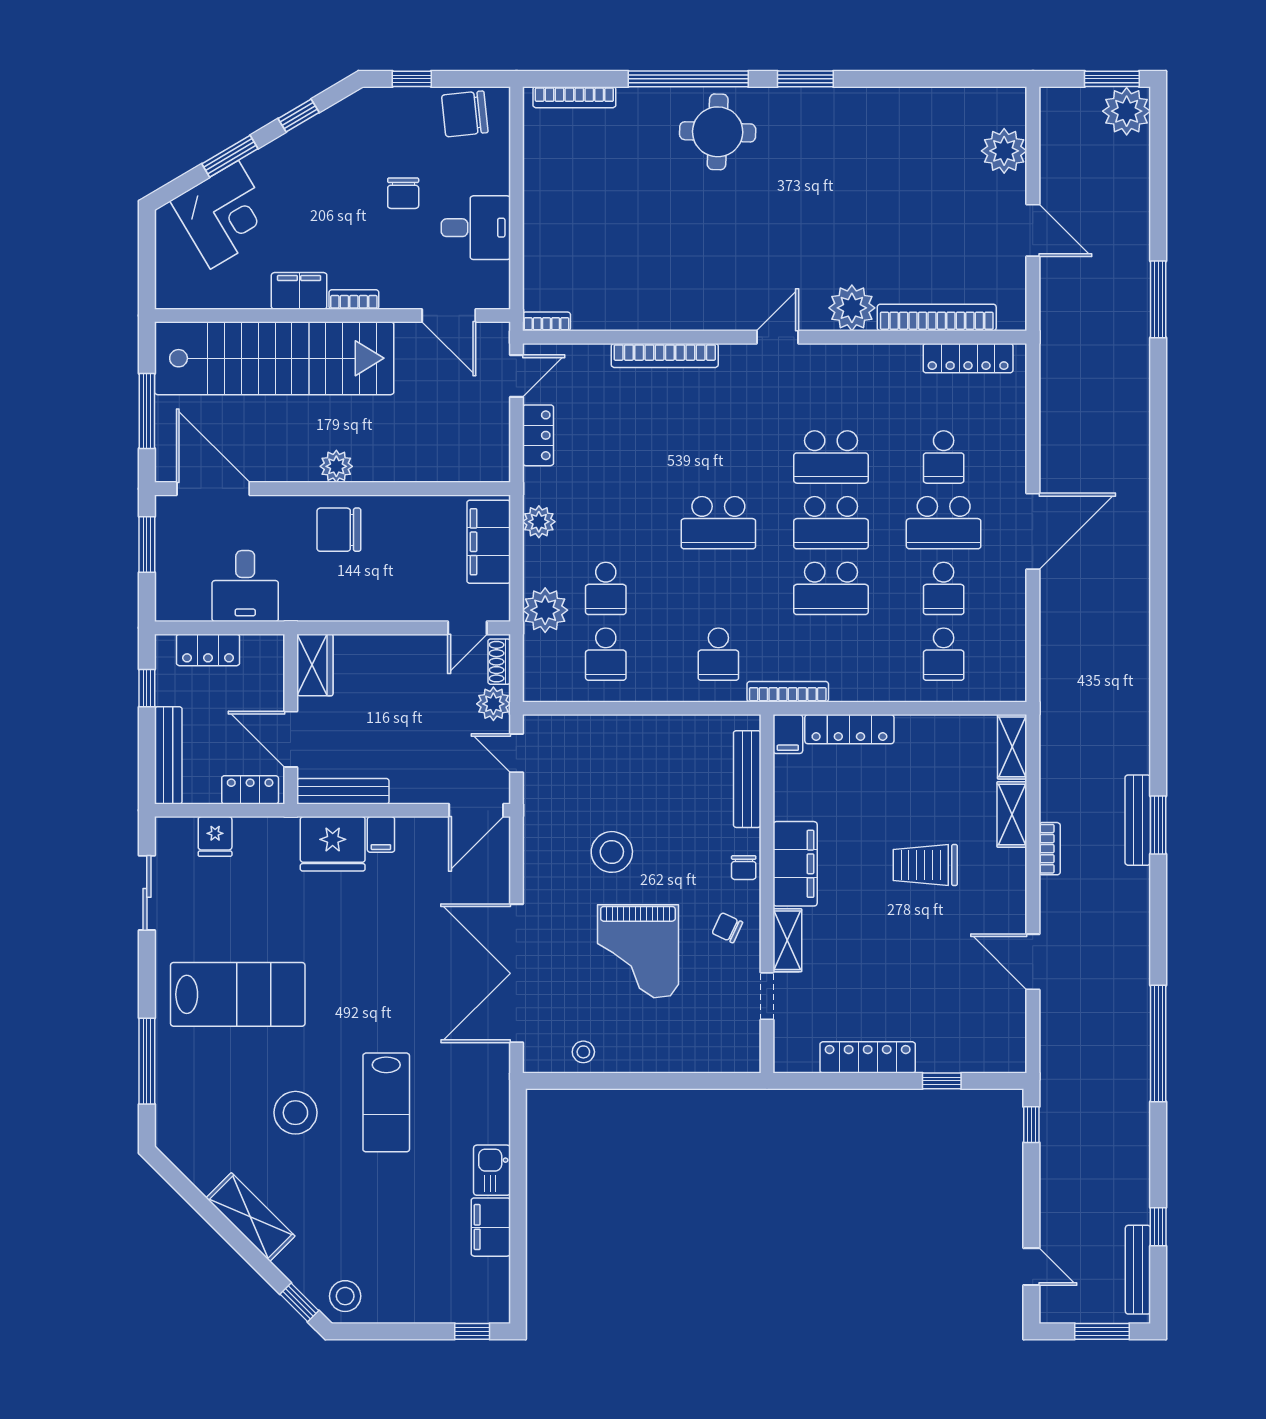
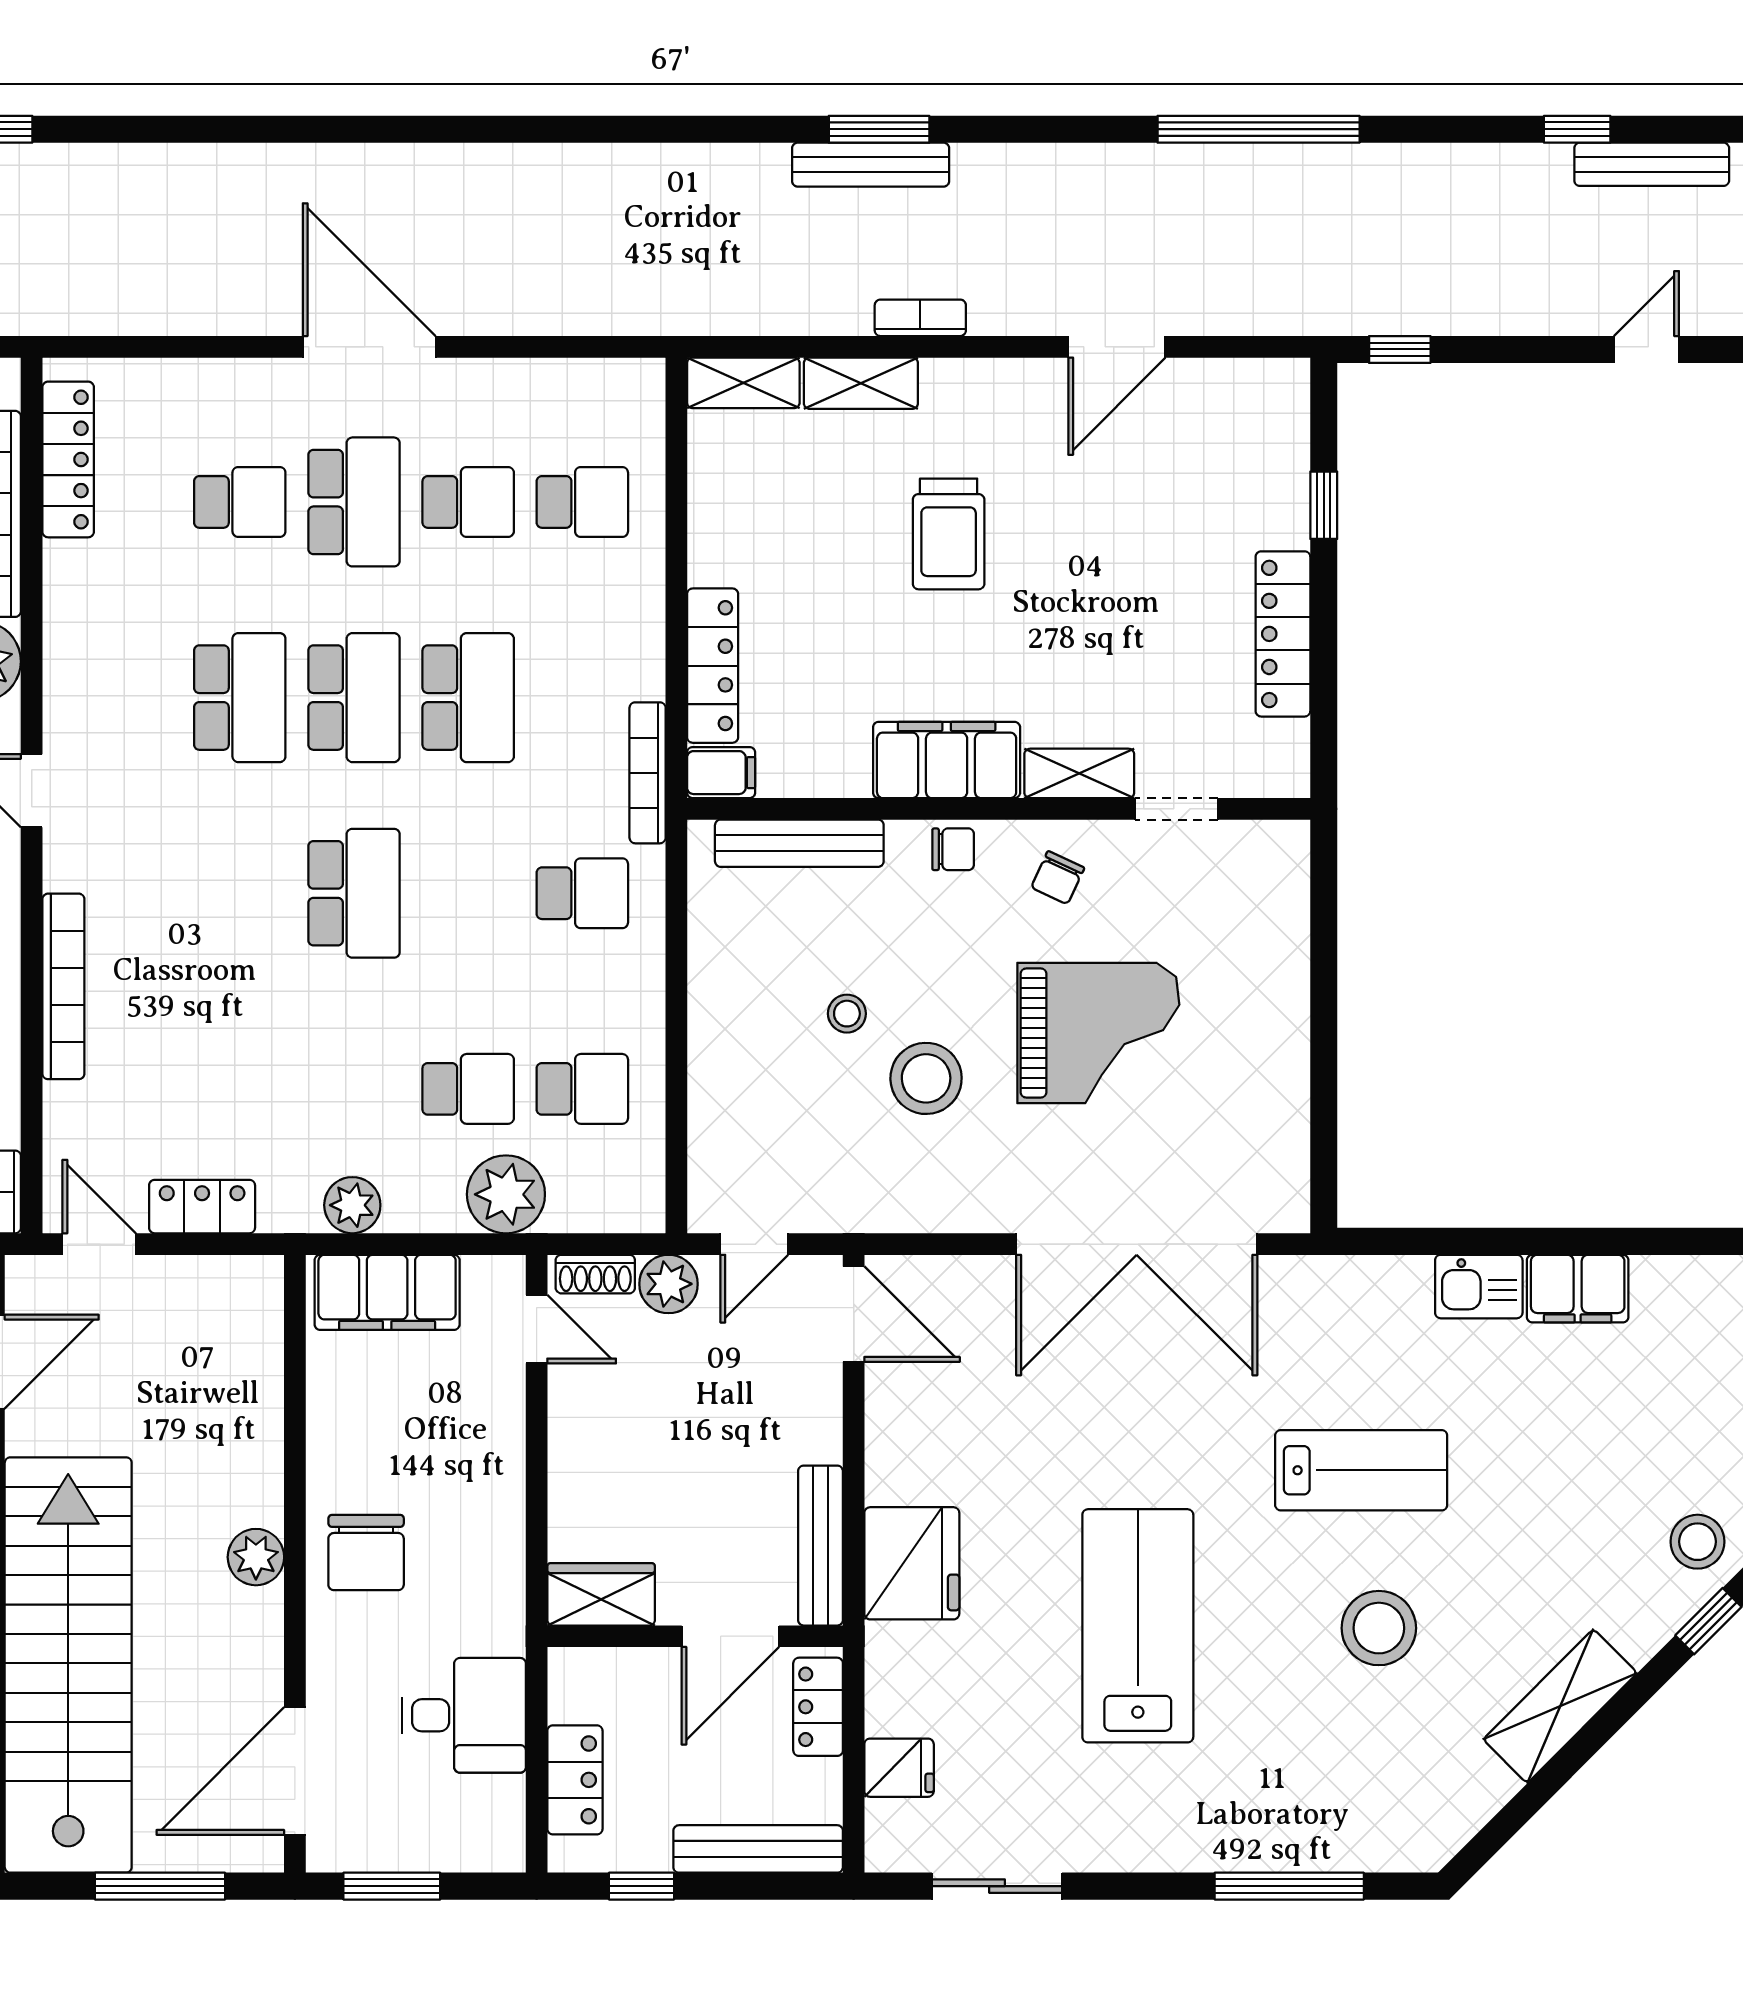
filing cabinet: (381, 834) -> (896, 1480), removed
lab bench: (238, 994) -> (1138, 1626), moved
stool: (583, 1052) -> (847, 1014), moved

